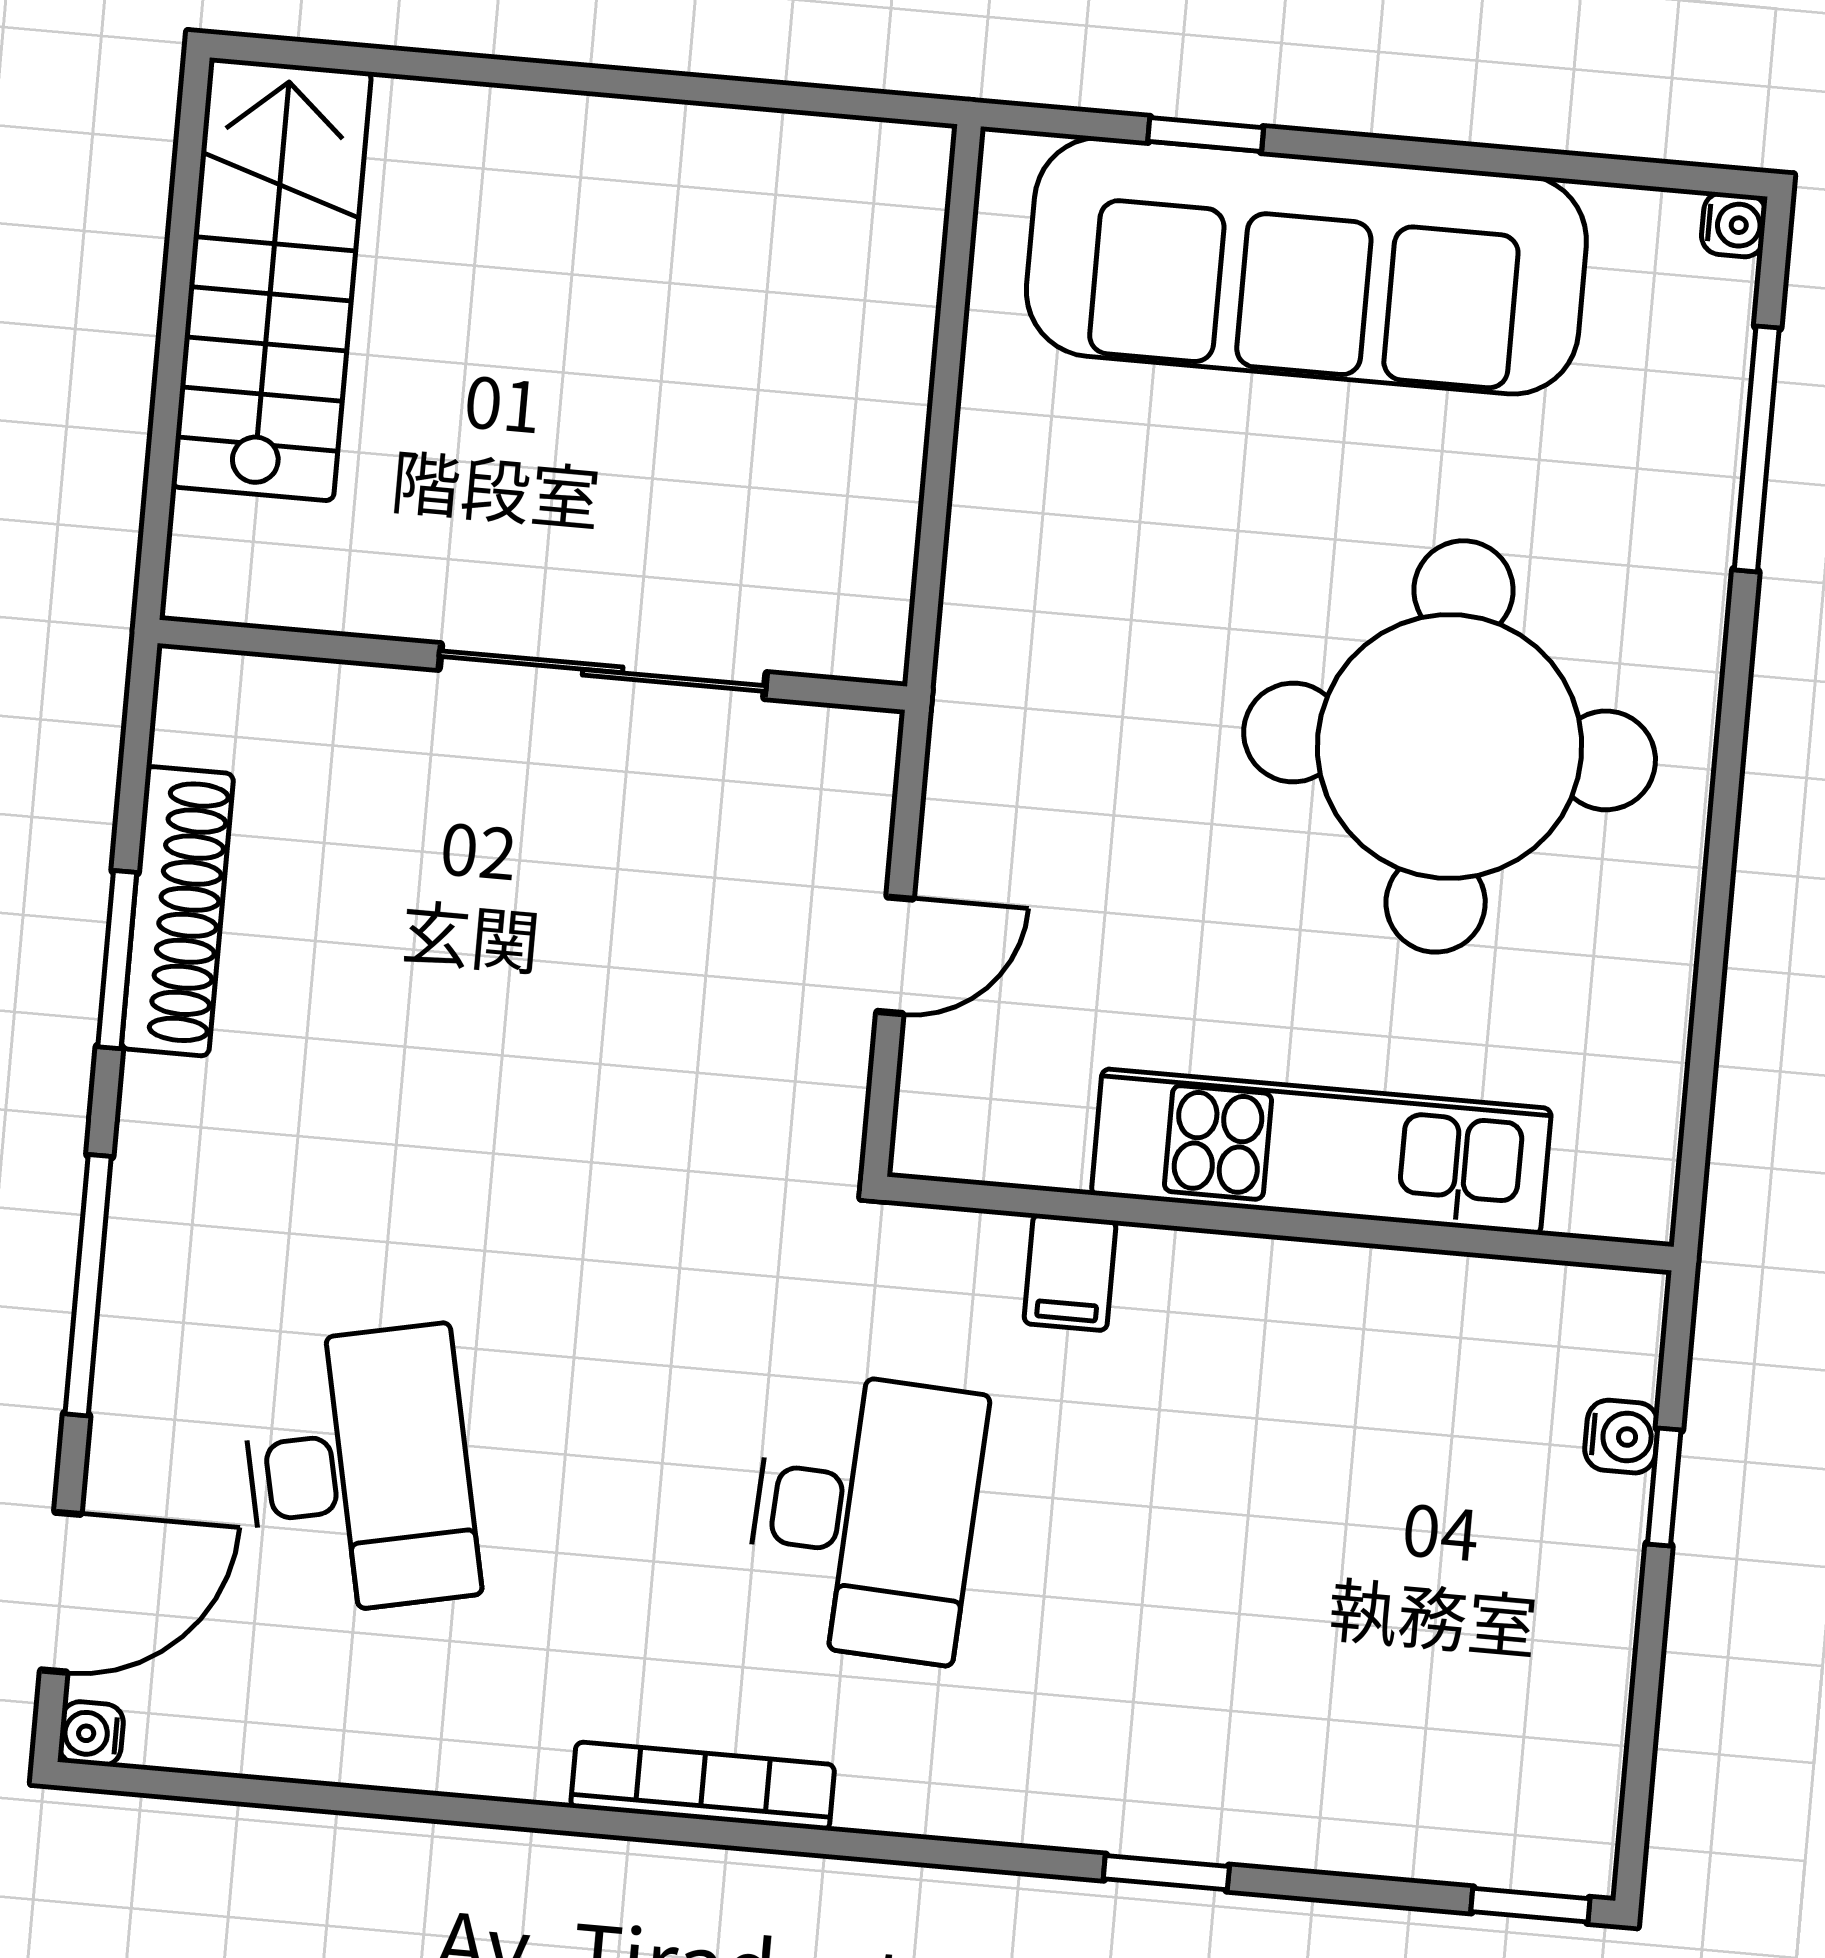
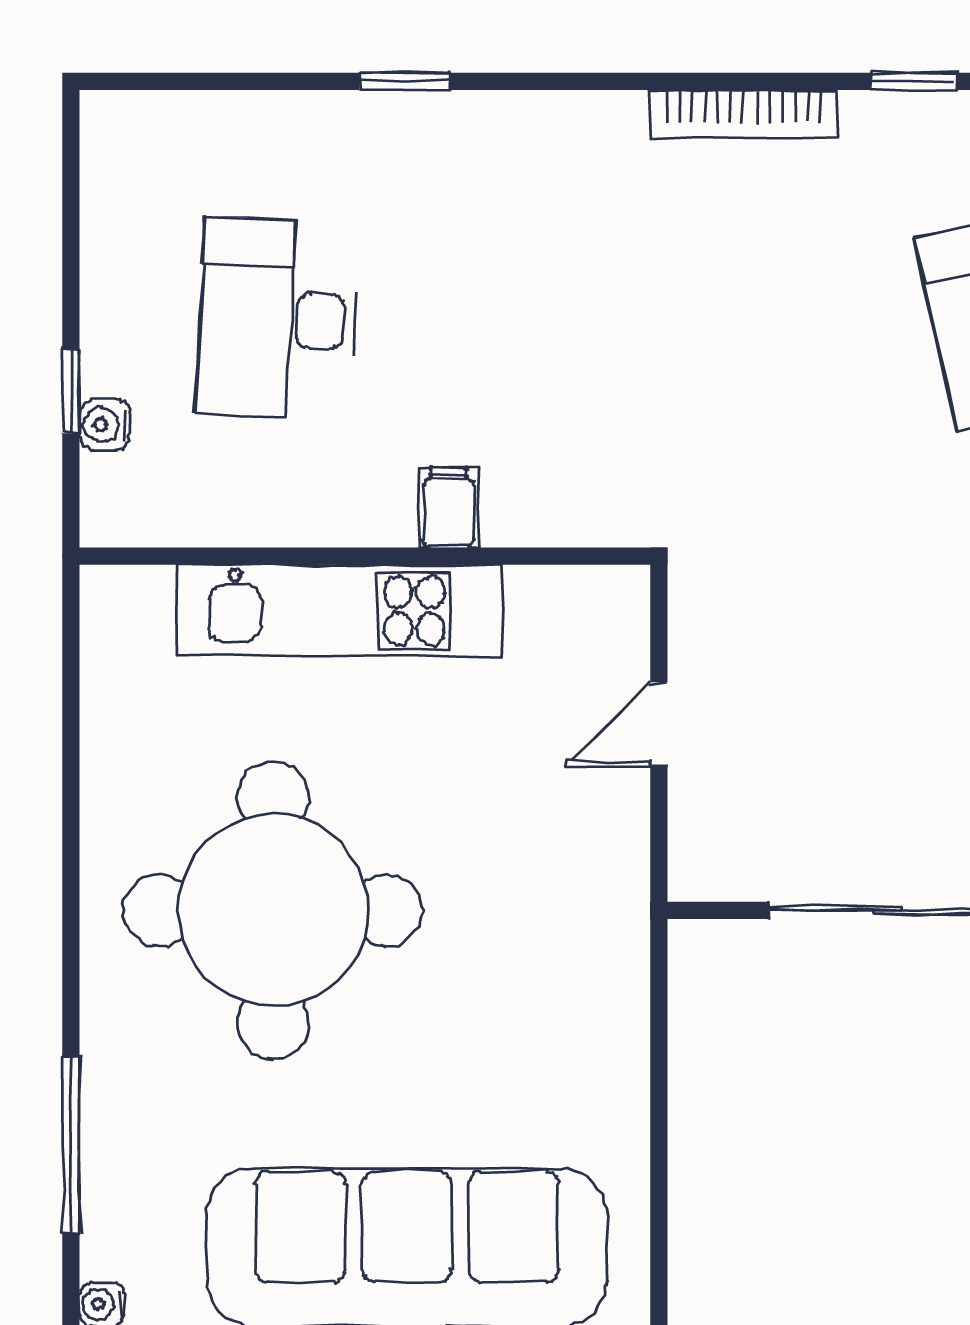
filing cabinet: (1070, 1272) -> (448, 508), moved
desk: (865, 1516) -> (278, 319), moved
window: (1530, 1905) -> (913, 81), moved

